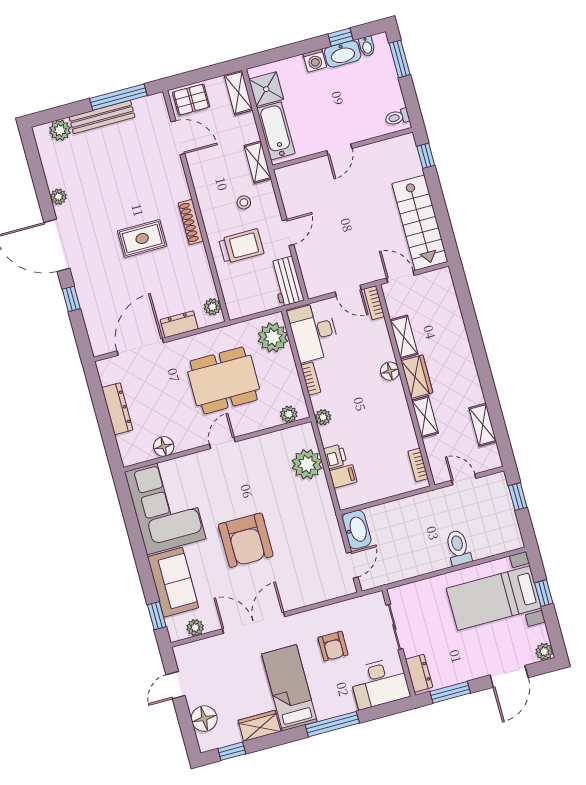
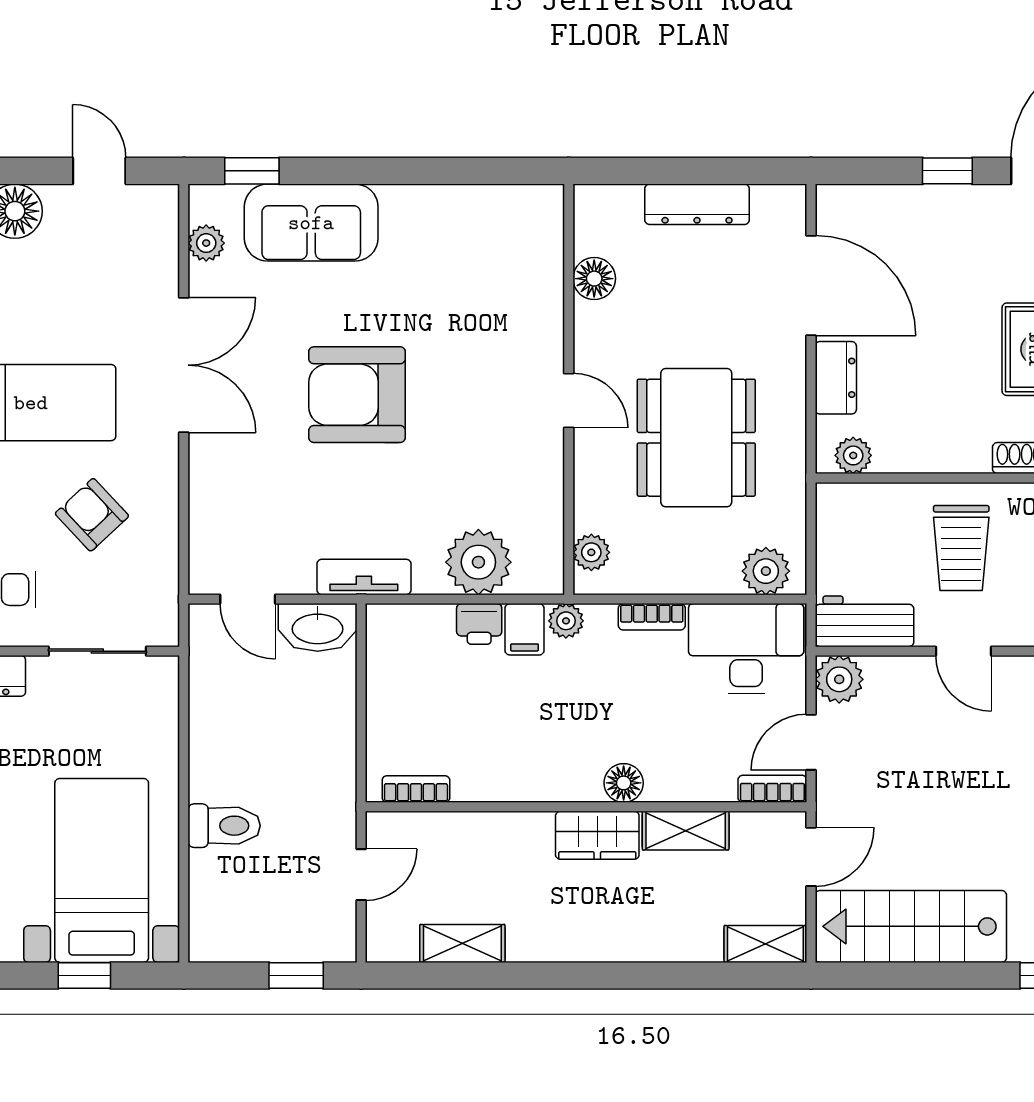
plant: (316, 286) -> (839, 679), added
plant: (273, 337) -> (766, 571), width x0.73, depth x0.73
shelving: (425, 417) -> (765, 944), moved
filing cabinet: (343, 476) -> (525, 629), moved
corner sofa: (165, 505) -> (473, 249), removed
tv unit: (328, 515) -> (364, 577), added
armchair: (333, 646) -> (92, 515), turned 47

